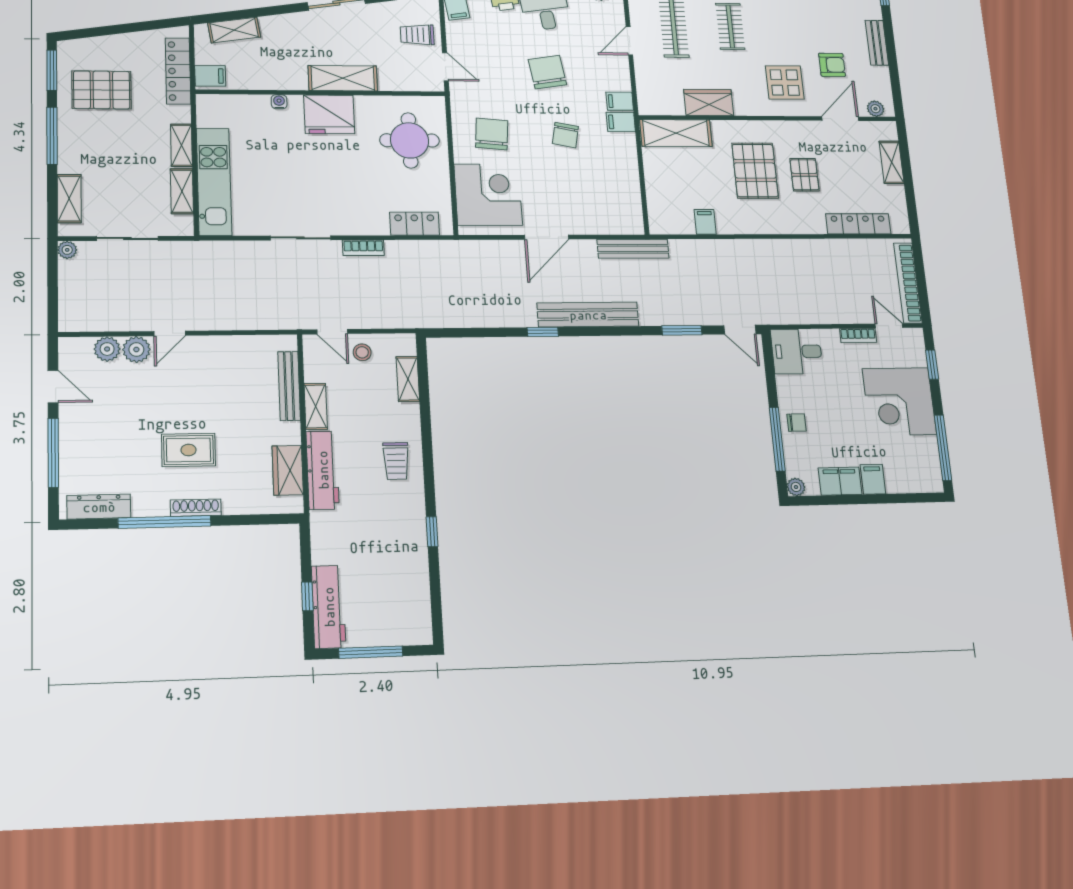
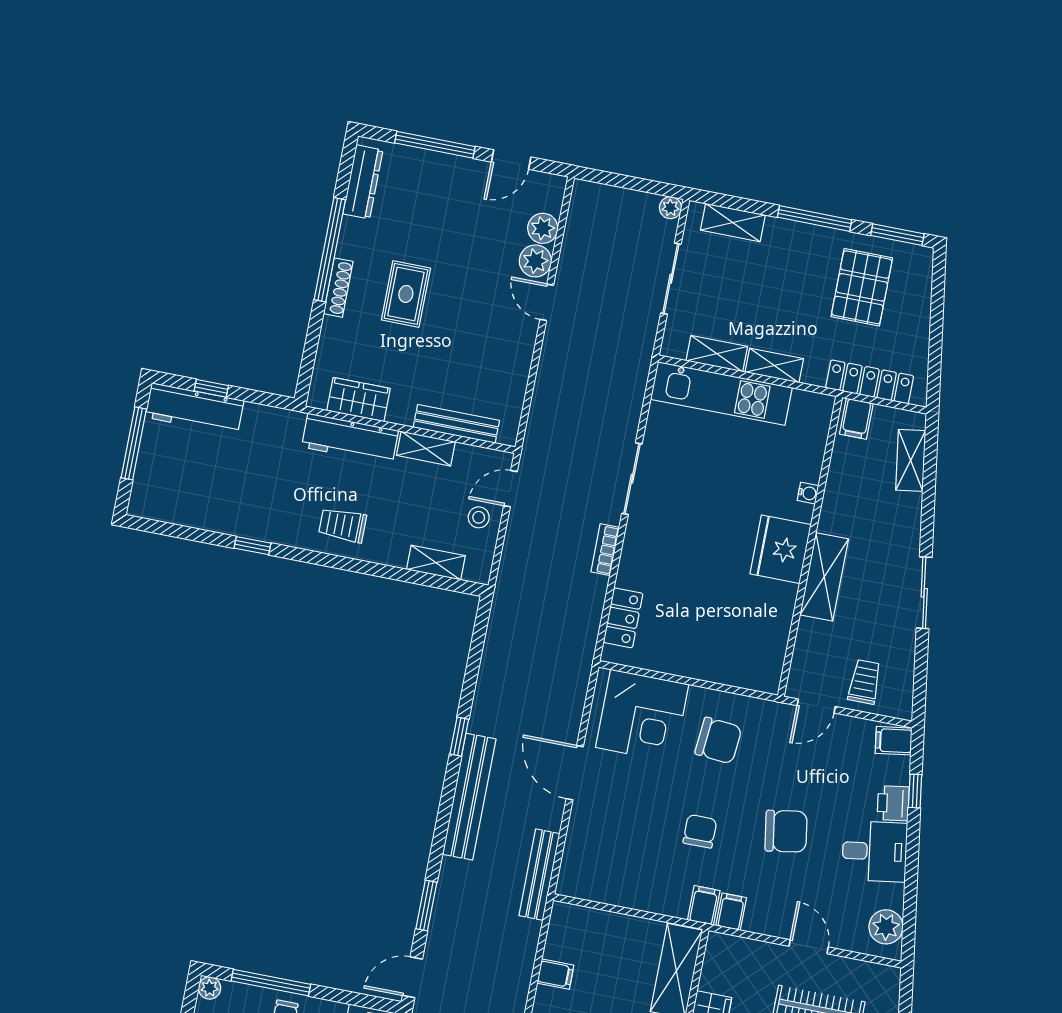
chair: (565, 135) -> (700, 831), turned 79
round table: (410, 140) -> (729, 638), removed

